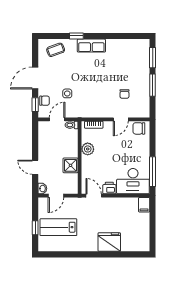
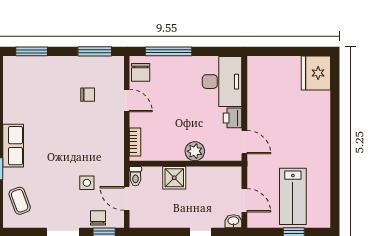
window: (153, 85) -> (95, 51), moved
plant: (88, 149) -> (195, 151), moved
shower: (71, 165) -> (174, 178), moved
window: (153, 172) -> (169, 51), moved
door: (94, 196) -> (244, 142), swing flipped
filing cabinet: (144, 205) -> (258, 64), removed
fridge: (109, 242) -> (316, 73), moved

